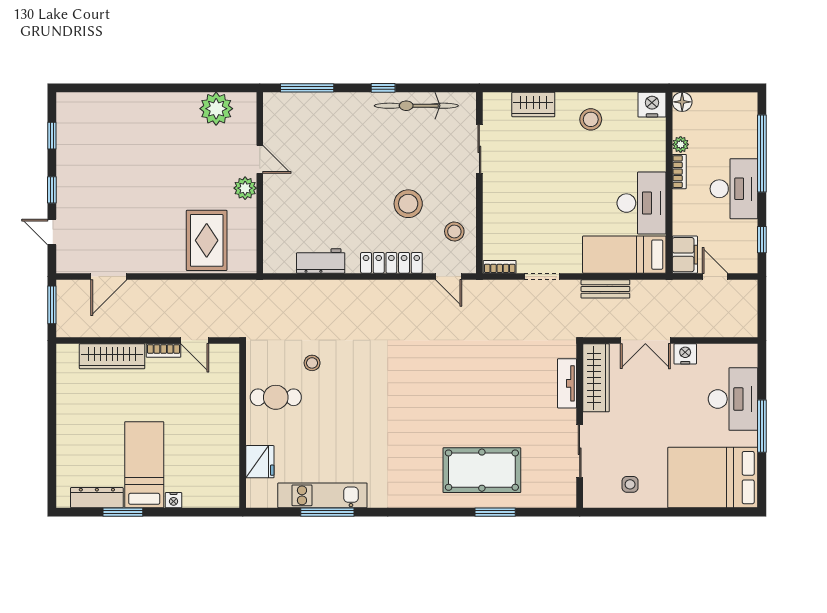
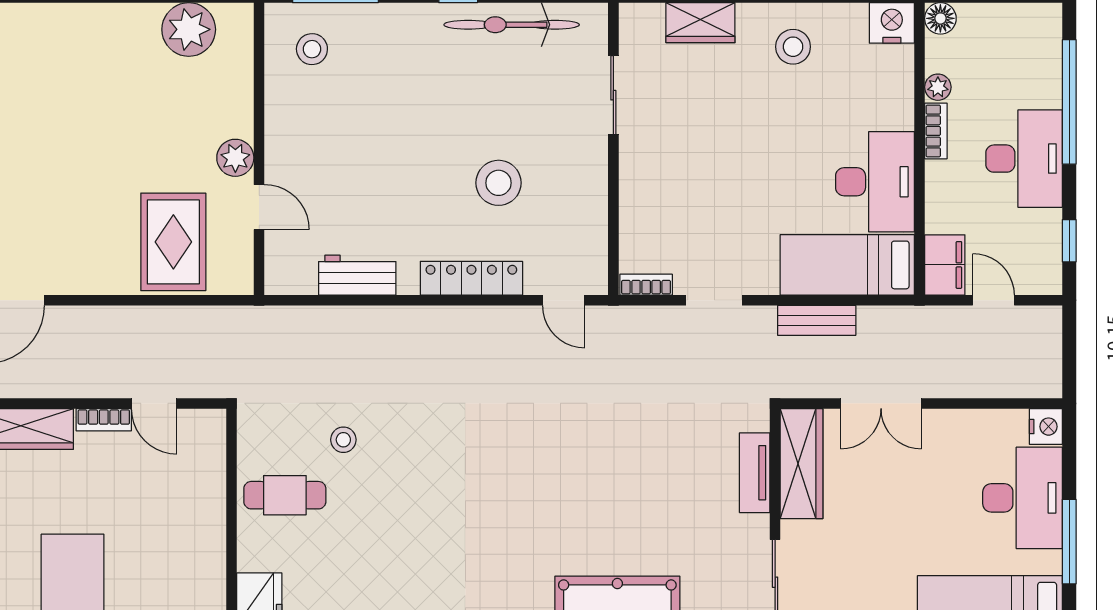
door: (260, 159) -> (259, 207), moved
stool: (454, 231) -> (312, 49), moved
nightstand: (685, 354) -> (1046, 427), moved, turned 90

